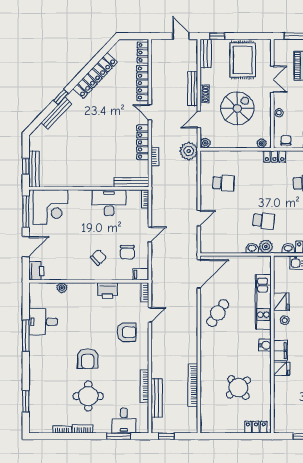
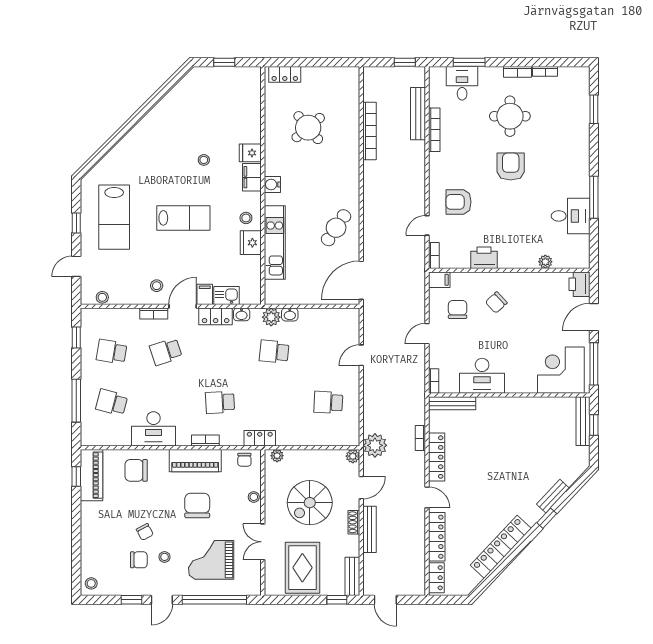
bench: (56, 113) -> (553, 496), width x0.73

